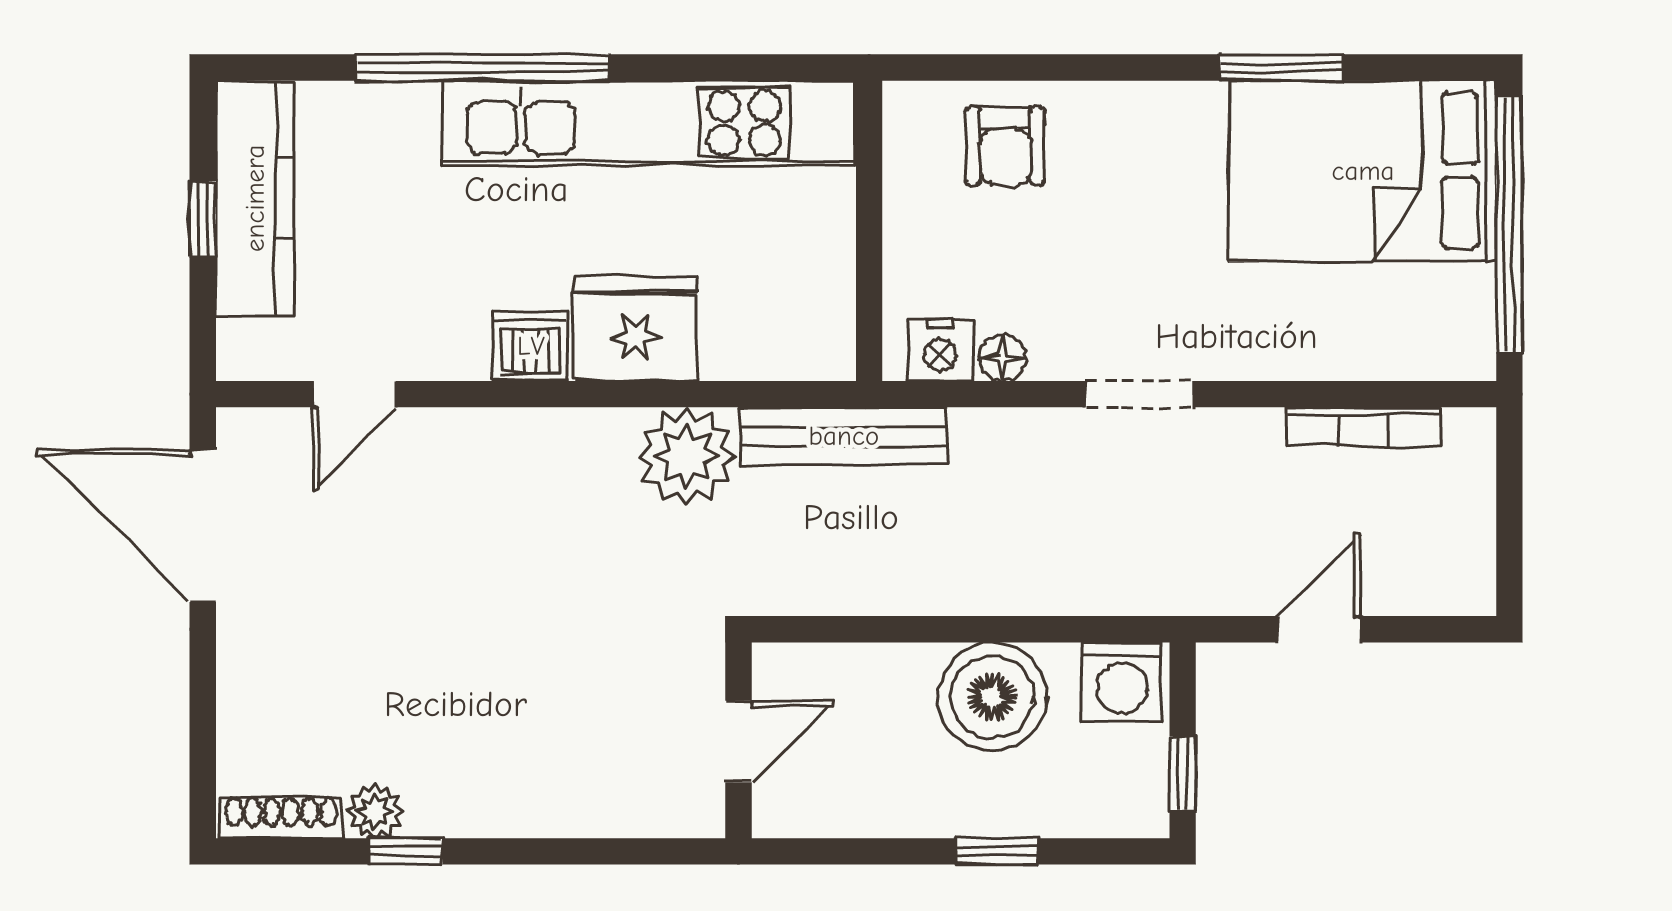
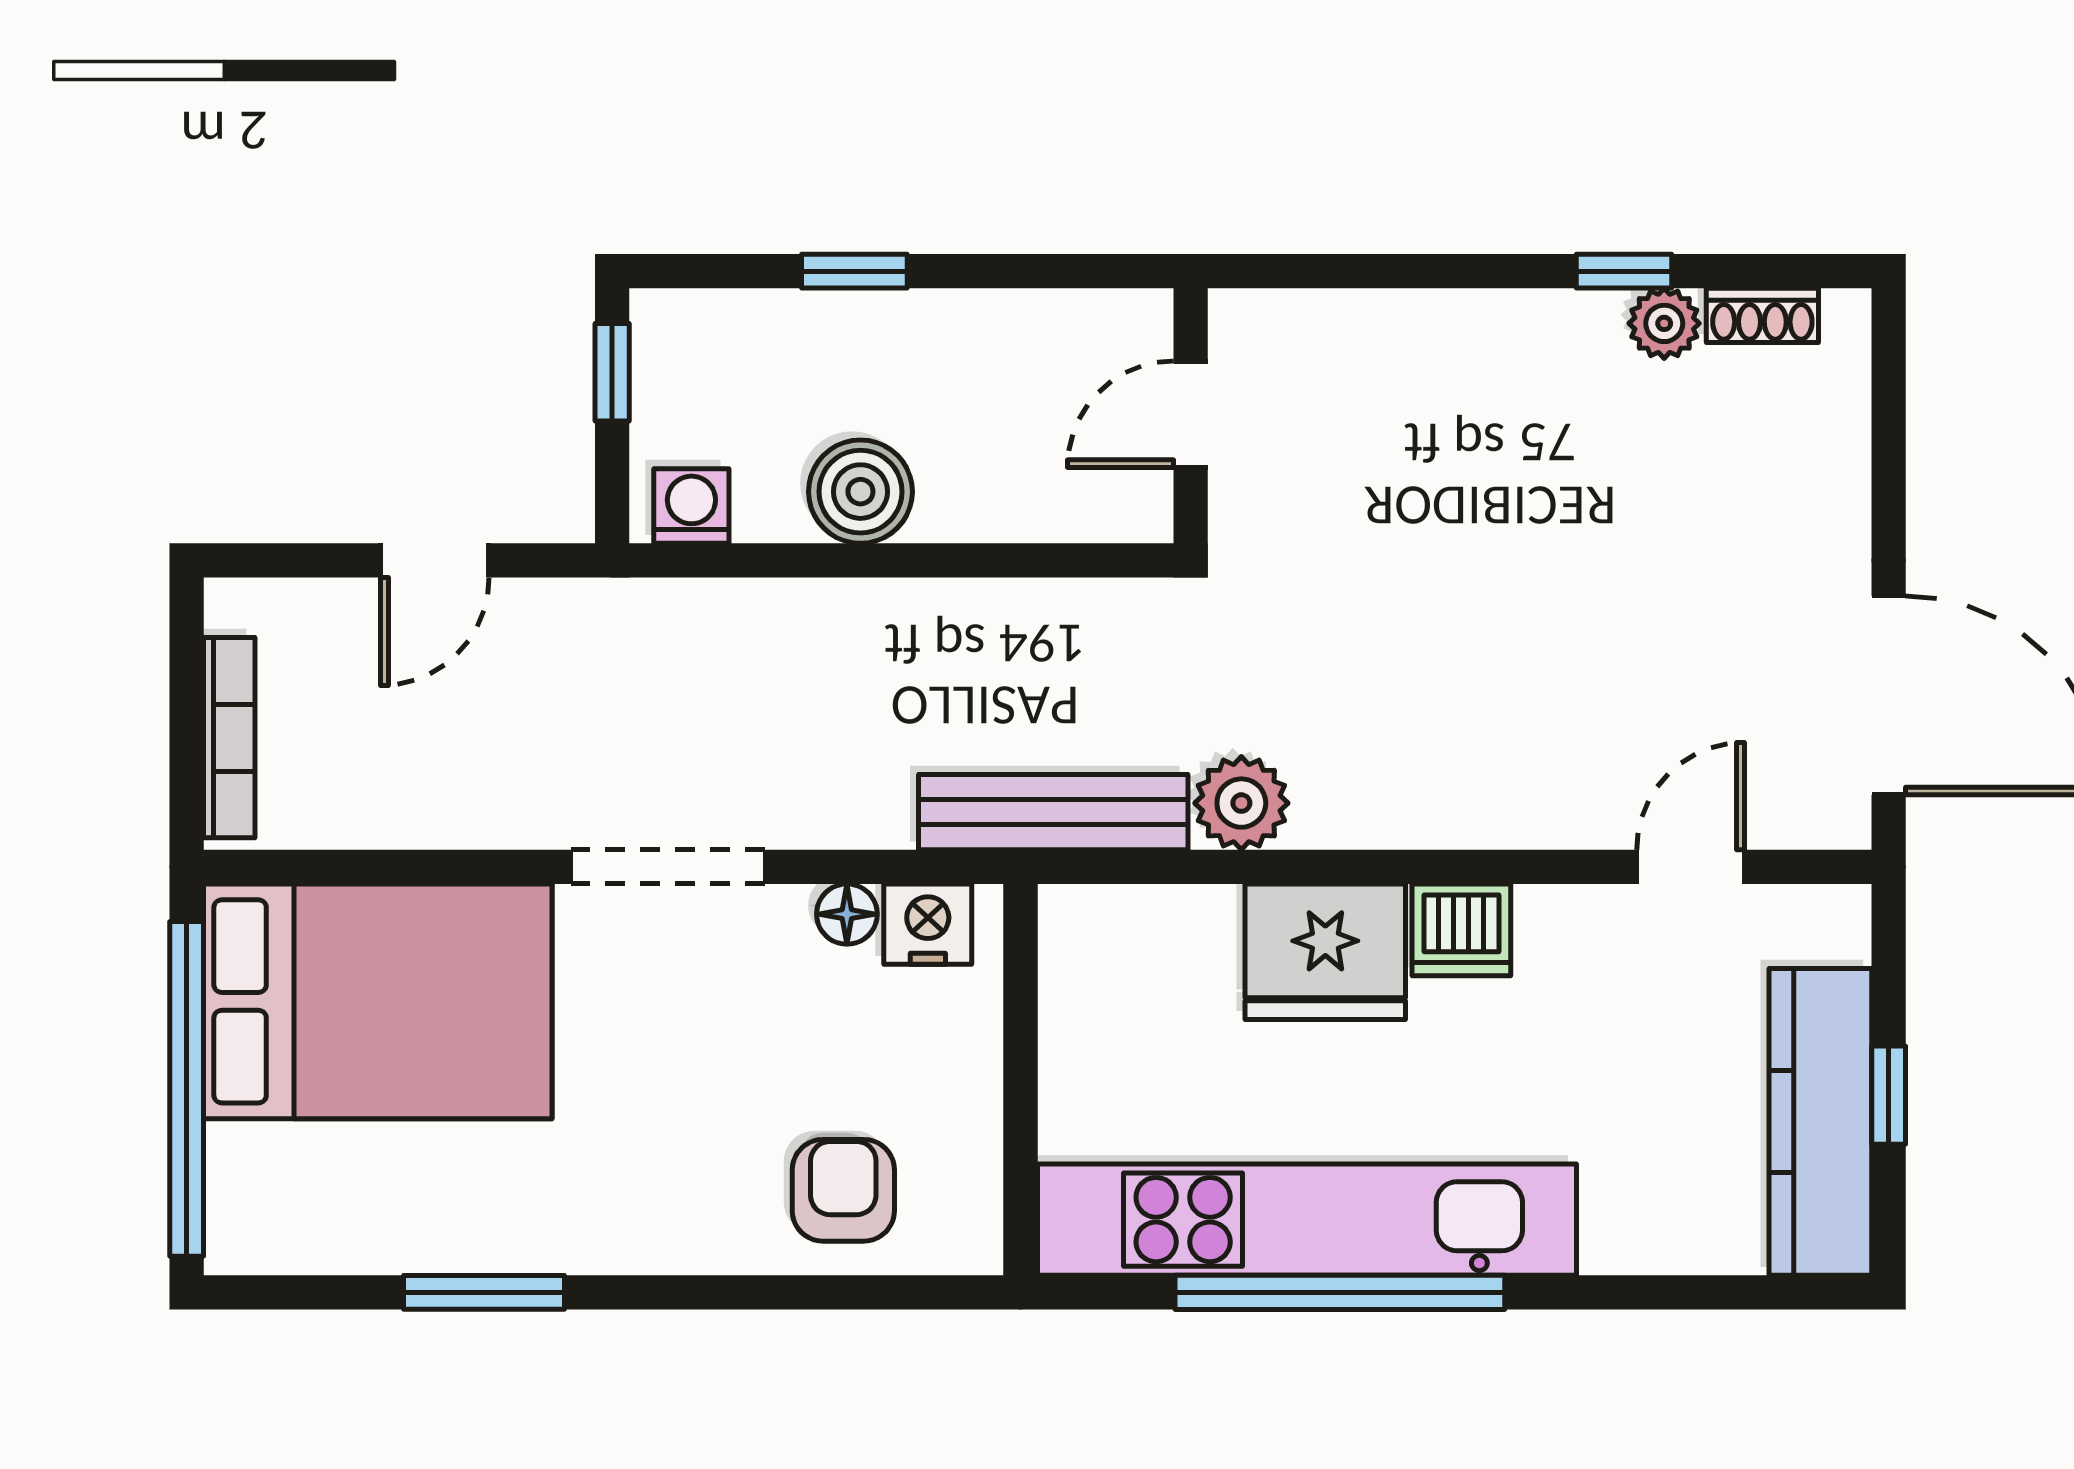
window: (482, 67) -> (1340, 1292), moved
bed: (1363, 171) -> (378, 1001), moved
doorway: (1140, 394) -> (668, 867), width x1.38
bookcase: (1363, 427) -> (229, 738), moved, turned 90
plant: (687, 456) -> (1241, 803), width x0.73, depth x0.73
washing machine: (1122, 682) -> (691, 506), width x0.73, depth x0.73
boiler: (992, 697) -> (860, 492), width x0.73, depth x0.73
shoe rack: (281, 817) -> (1762, 315), width x0.70

